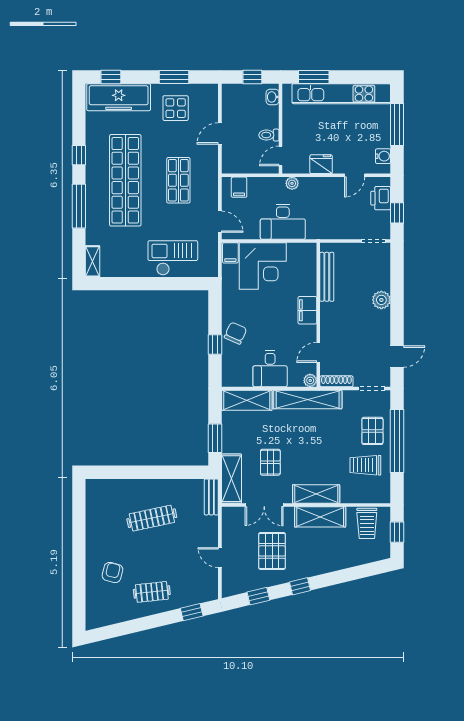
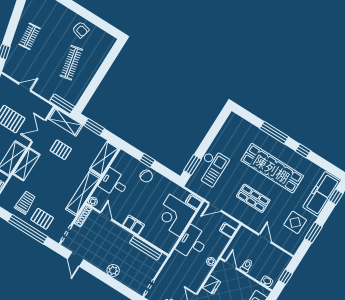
shelving: (92, 261) -> (238, 121), removed
window: (184, 284) -> (193, 165), added
armchair: (112, 572) -> (81, 30), moved

